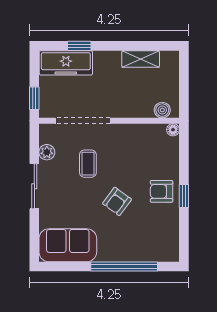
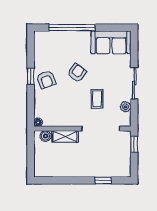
shelving: (141, 59) -> (65, 136), moved
freezer: (66, 63) -> (112, 169), removed
armchair: (162, 191) -> (46, 80), turned 70

